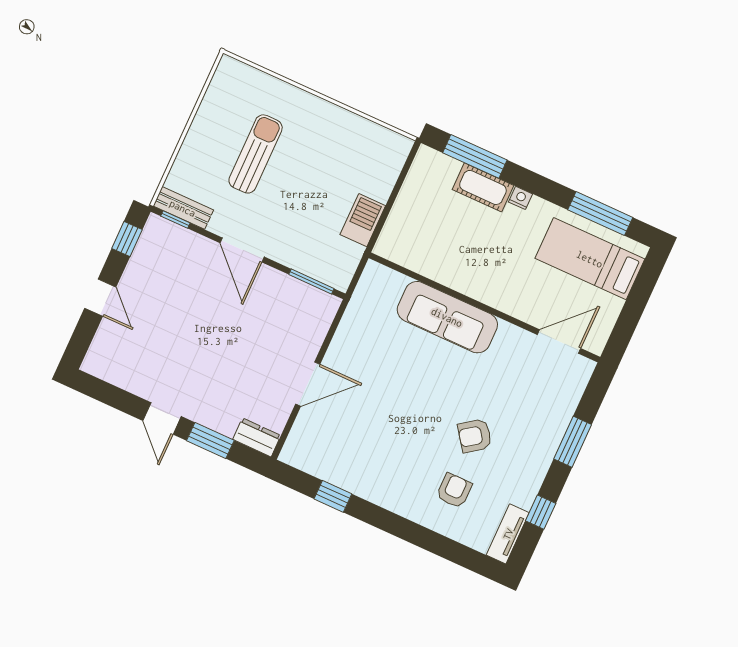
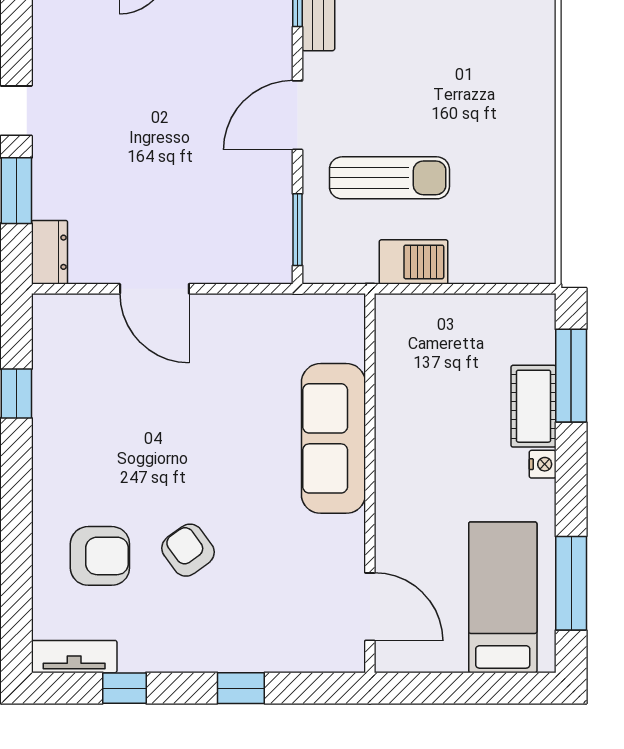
sun lounger: (256, 154) -> (389, 178), moved
window: (573, 442) -> (241, 688), width x0.67
armchair: (454, 491) -> (100, 556), width x1.38, depth x1.38

